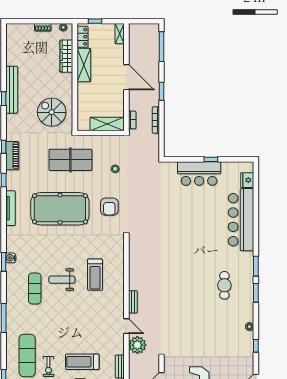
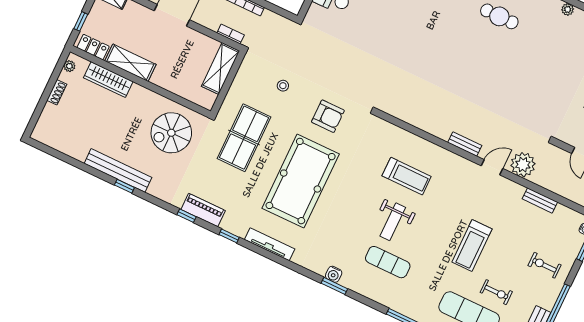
treadmill: (82, 362) -> (472, 246), moved

